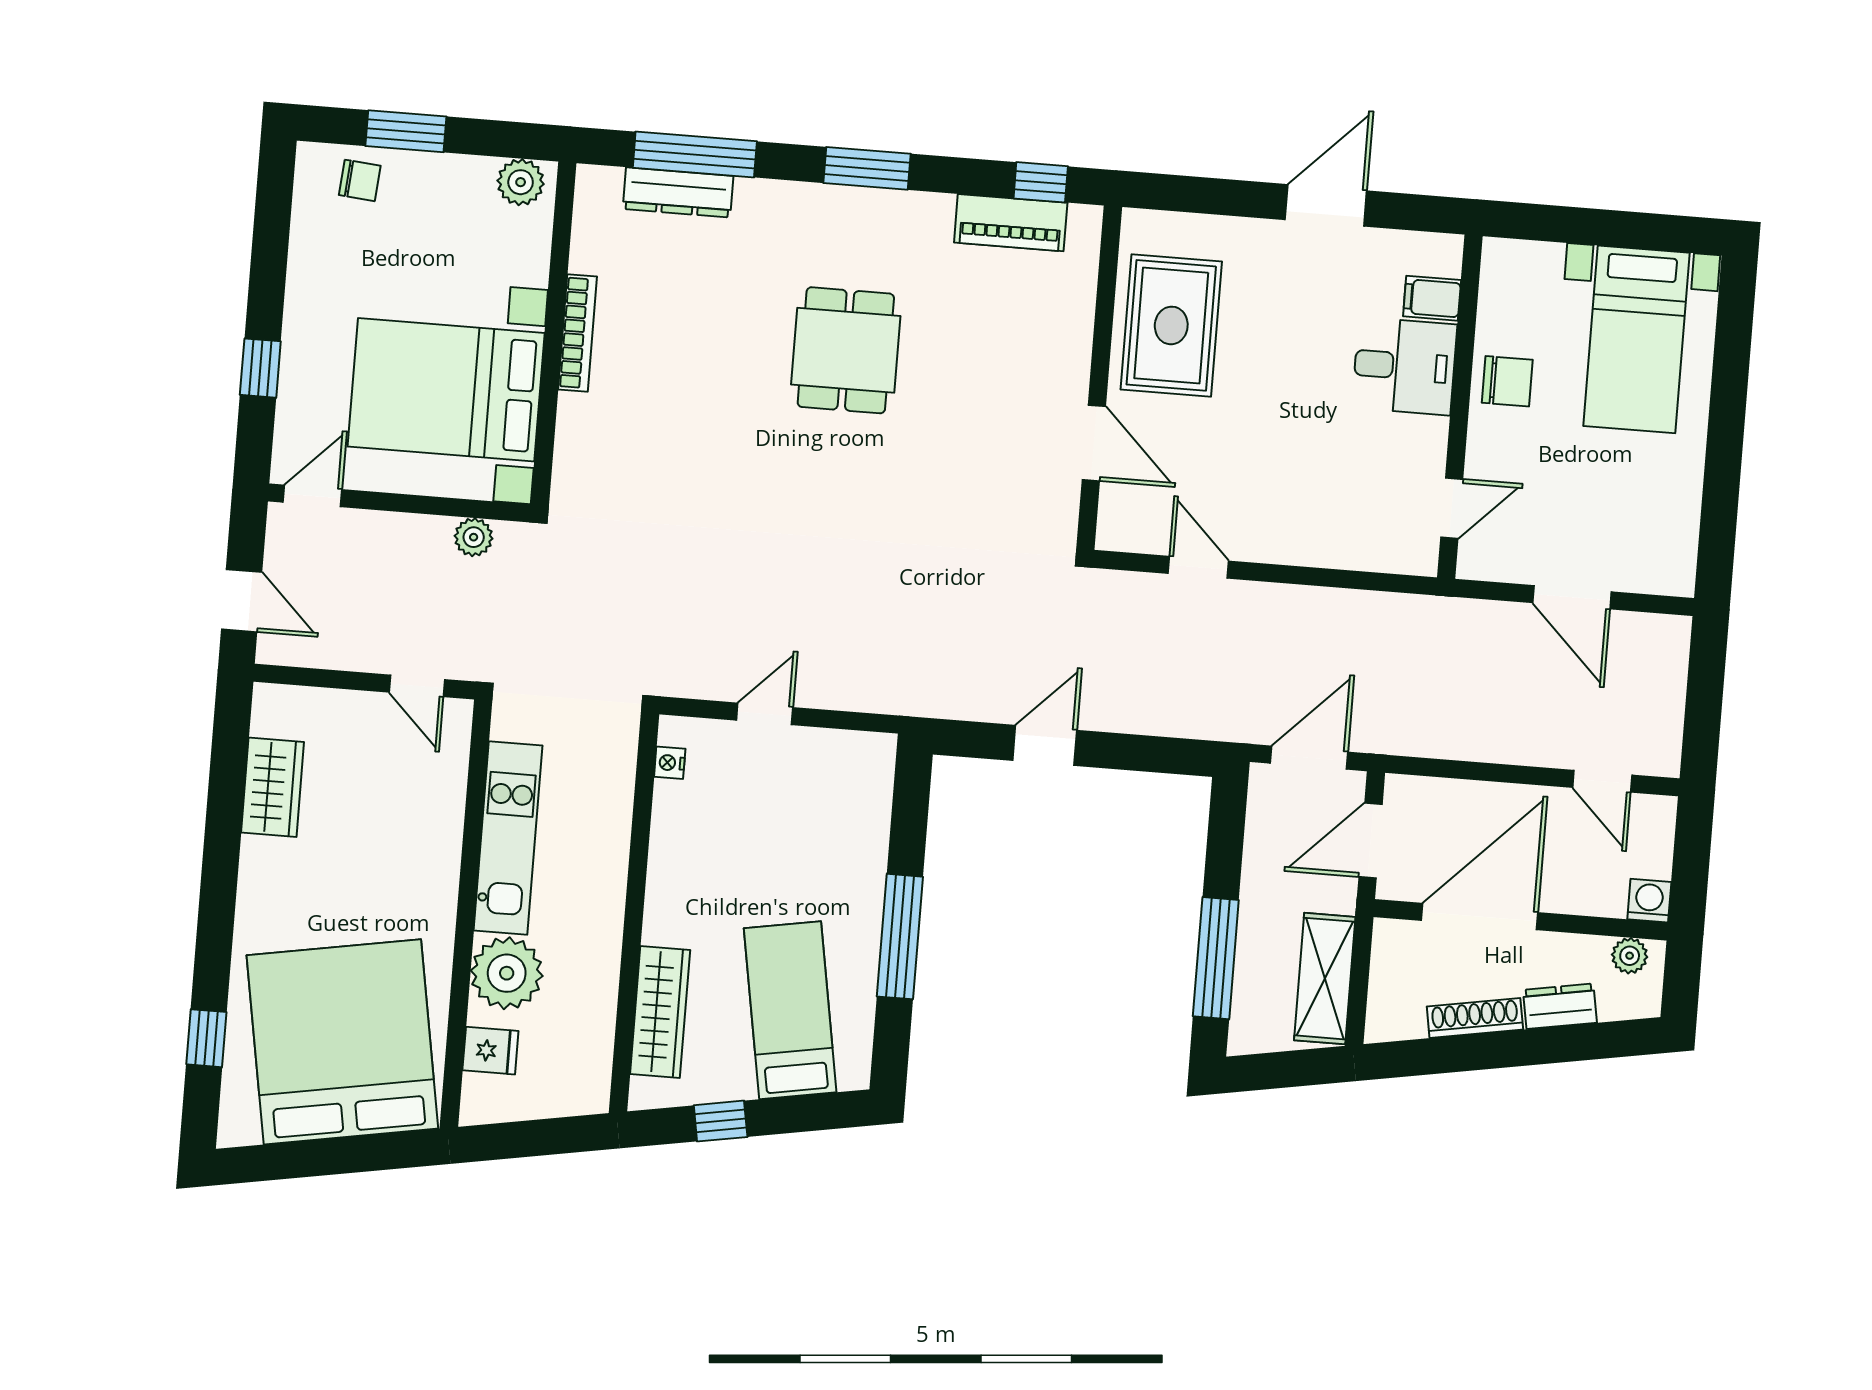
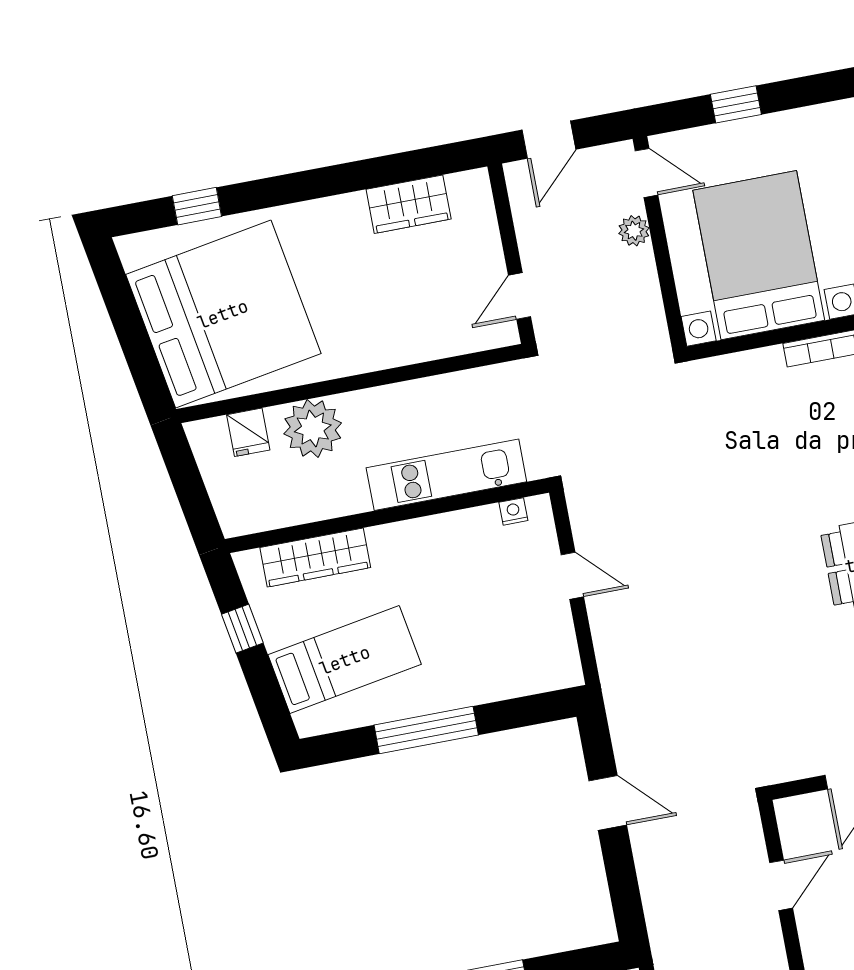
plant: (474, 537) -> (634, 231), moved
kitchen unit: (508, 838) -> (446, 475), moved, turned 180

